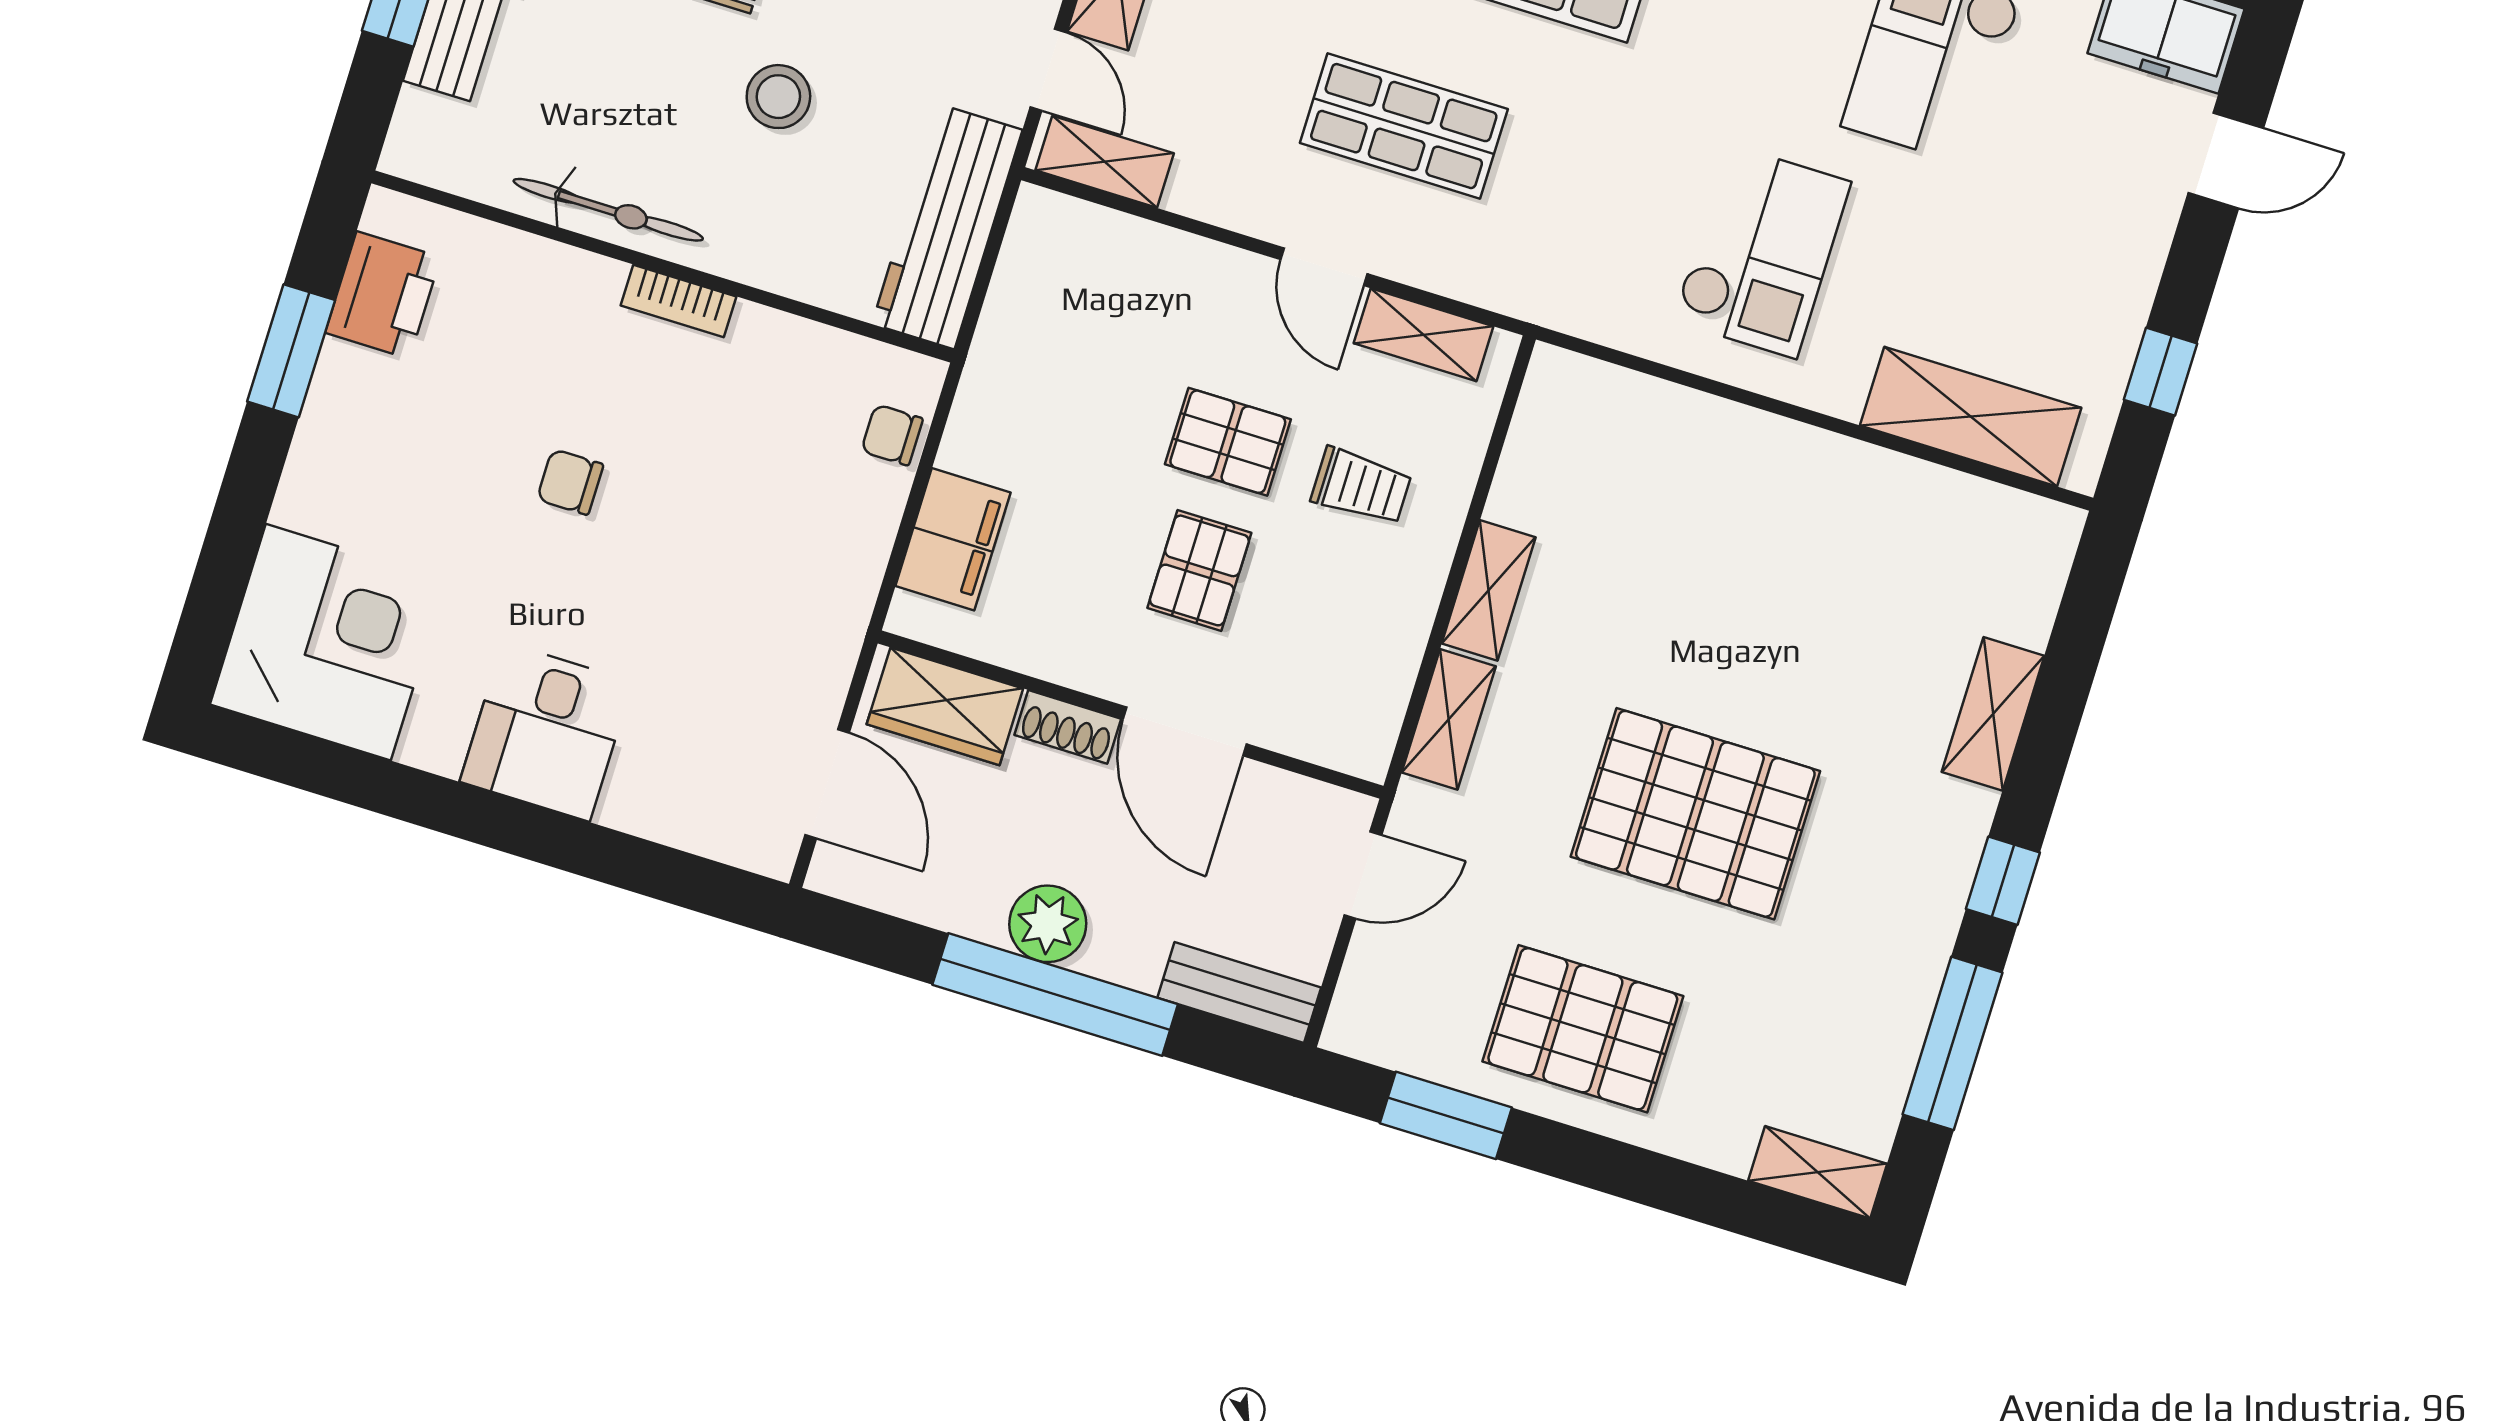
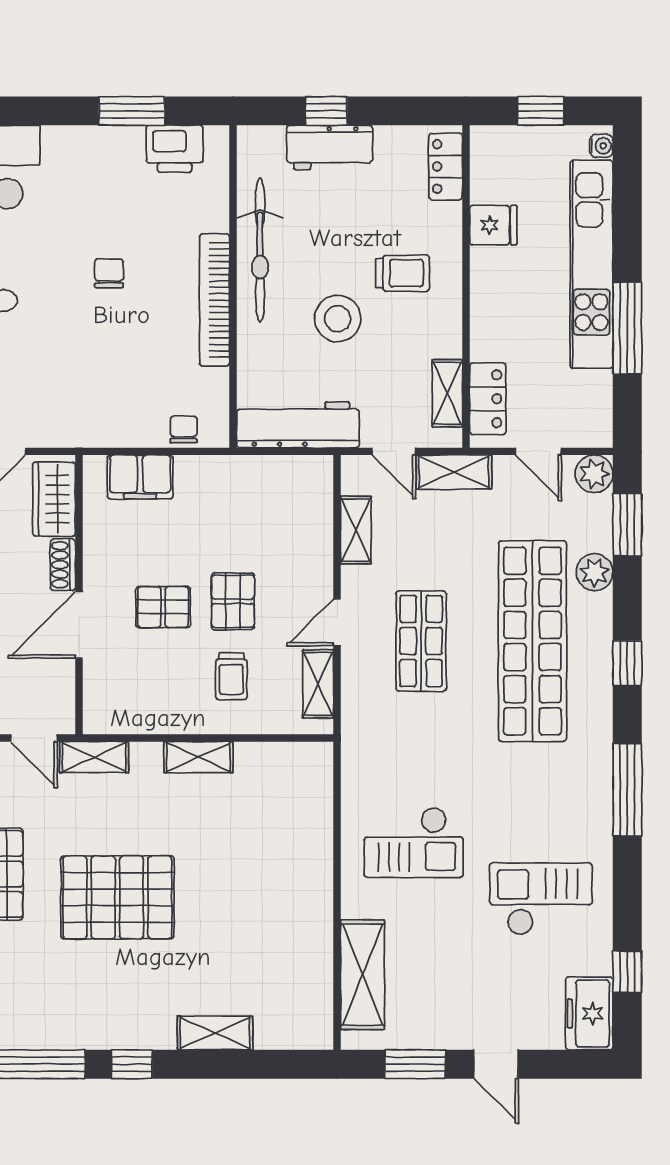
door: (1048, 70) -> (394, 451), hinge flipped
stool: (778, 97) -> (338, 319), width x1.38, depth x1.38
door: (2226, 160) -> (496, 1064), moved
shelving: (1105, 162) -> (356, 530), moved
bicycle: (608, 210) -> (260, 250), width x1.37, depth x1.40
bookcase: (679, 301) -> (214, 300), width x2.31, depth x1.31
window: (2161, 372) -> (415, 1064), width x1.50
shelving: (1449, 719) -> (94, 757), moved
pallet: (1695, 814) -> (117, 897), turned 90

